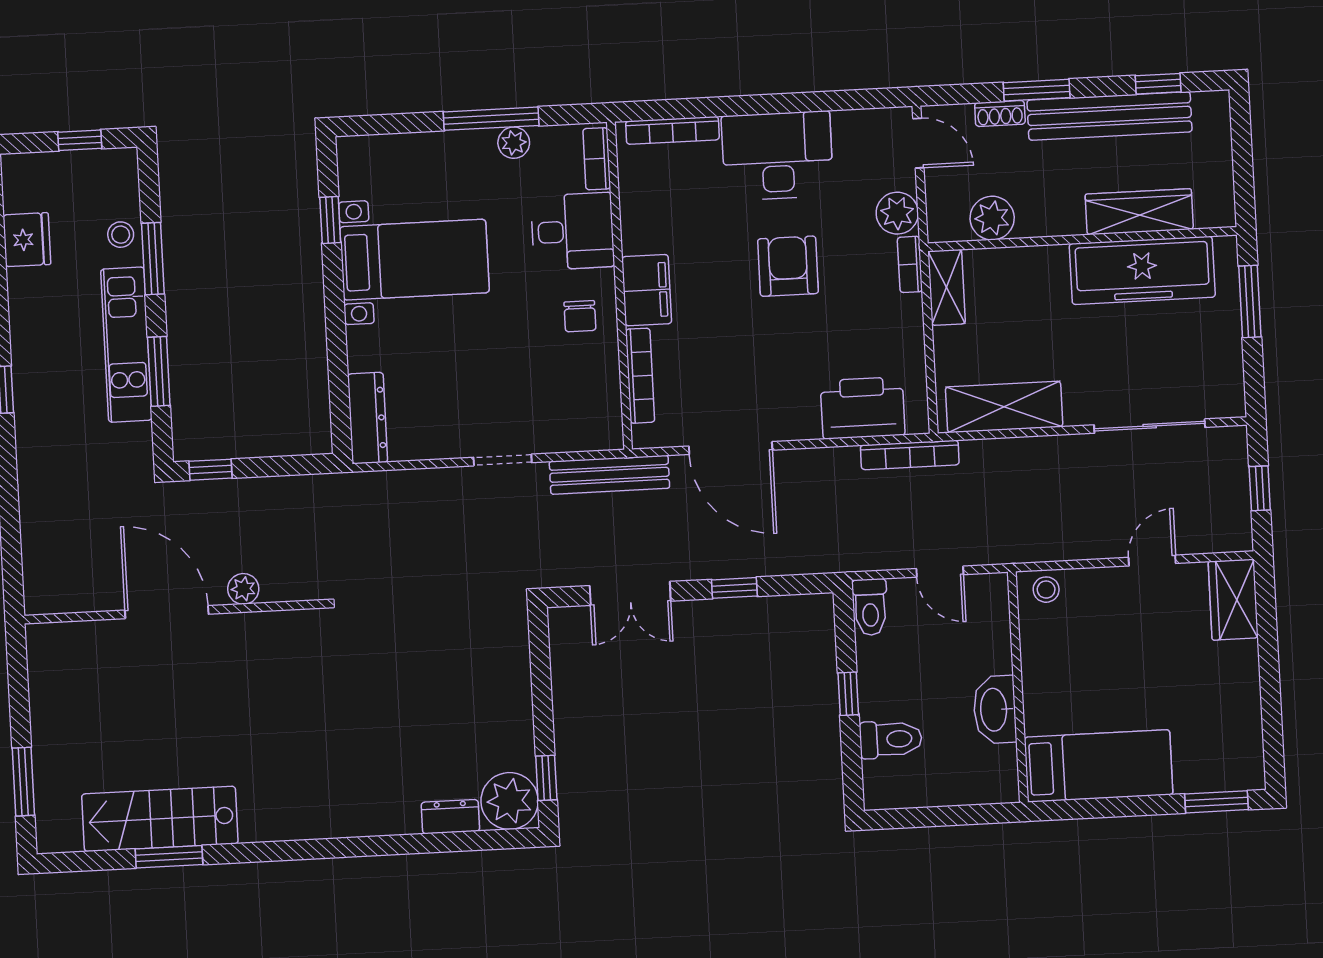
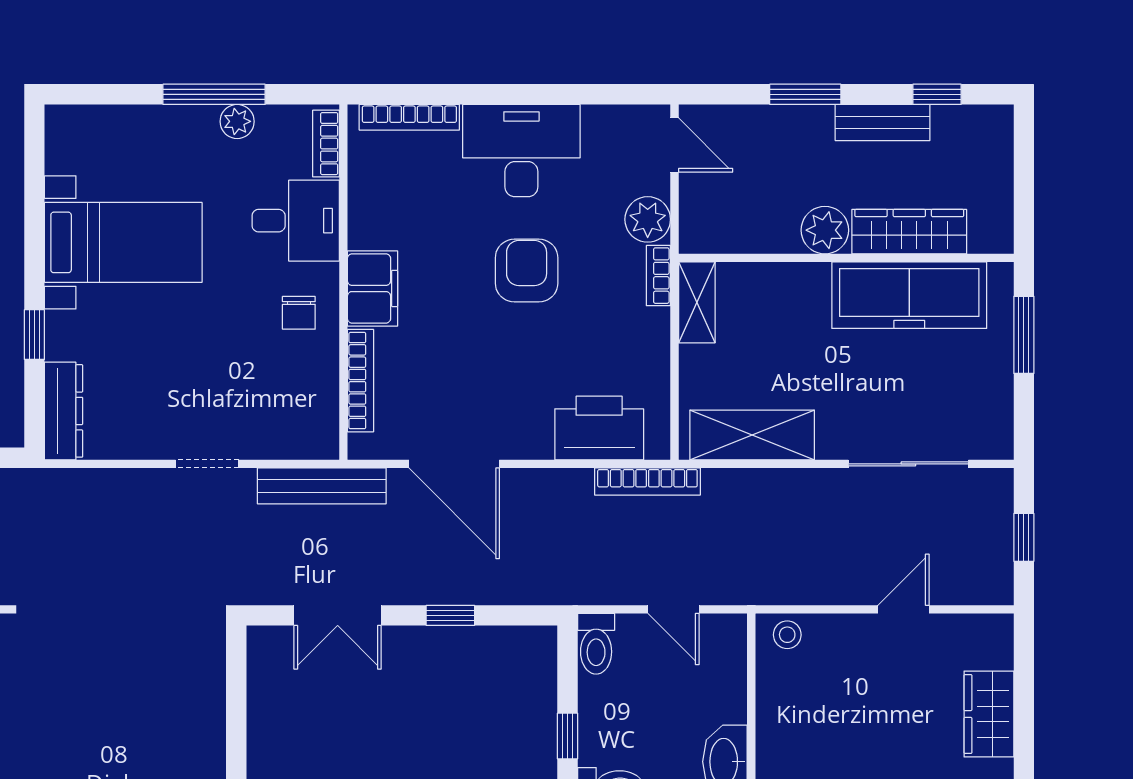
shoe rack: (1000, 113) -> (764, 117), removed
bench: (1109, 116) -> (883, 123), width x0.54, depth x0.82
plant: (992, 218) -> (825, 230), moved
window: (330, 220) -> (34, 335), moved
wardrobe: (1233, 600) -> (989, 714), moved

